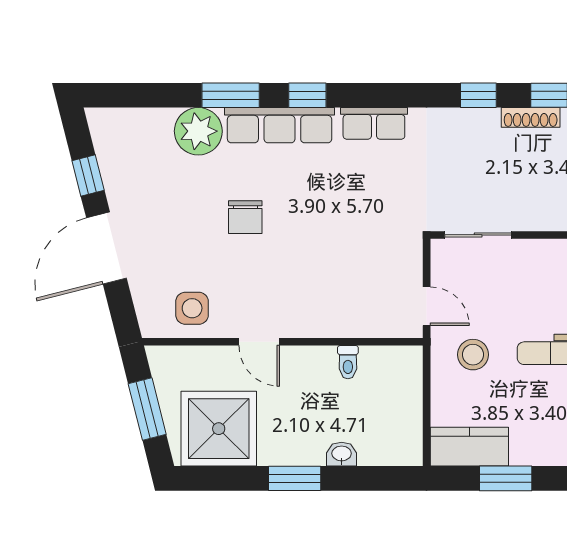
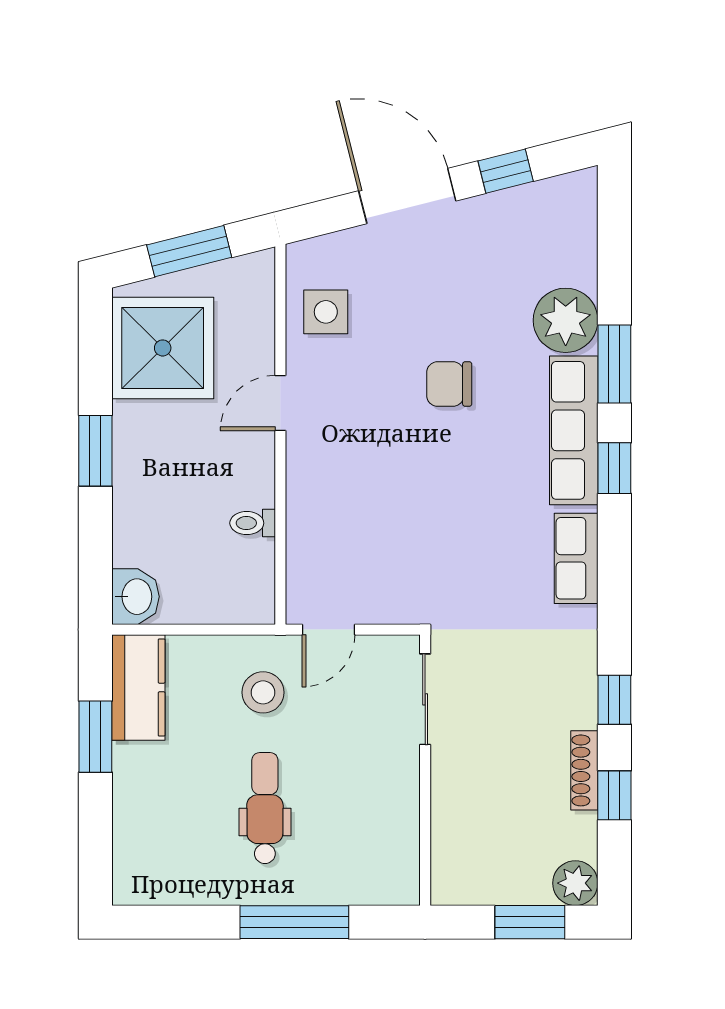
washbasin: (342, 454) -> (135, 597), moved, width x1.38, depth x1.45

